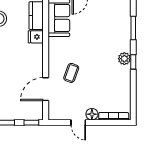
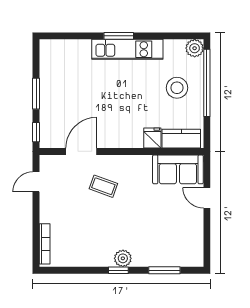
door: (46, 89) -> (81, 151), hinge flipped
floor lamp: (92, 114) -> (47, 214), removed
door: (78, 123) -> (36, 182), moved

